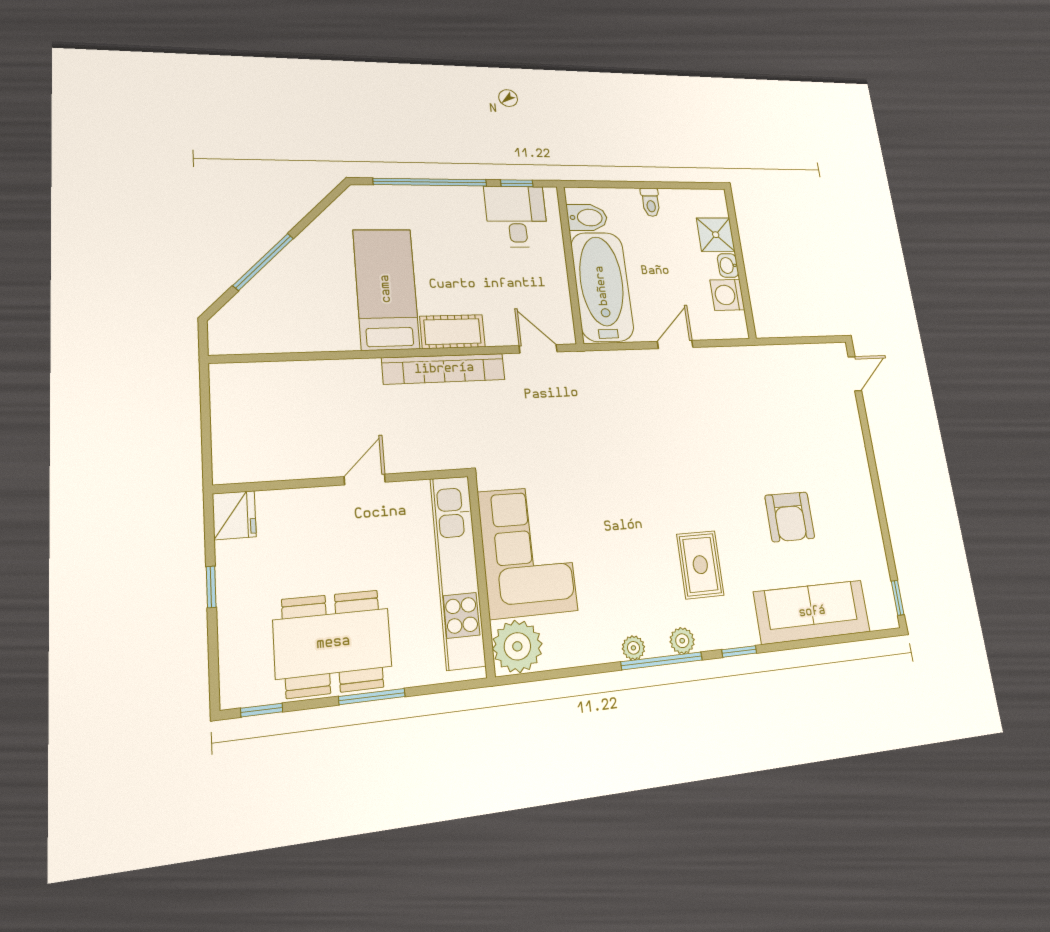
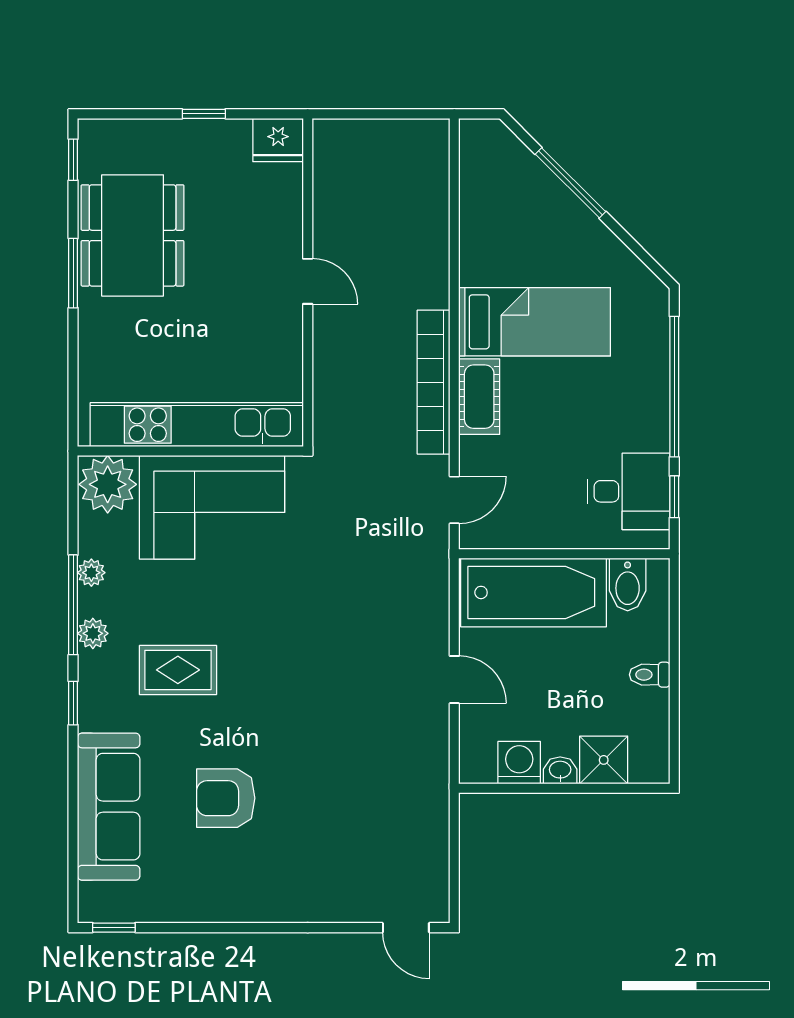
corner sofa: (527, 551) -> (212, 507), moved
kitchen unit: (458, 571) -> (197, 425), moved
wall: (481, 575) -> (190, 451), moved
plant: (517, 646) -> (108, 484), moved

